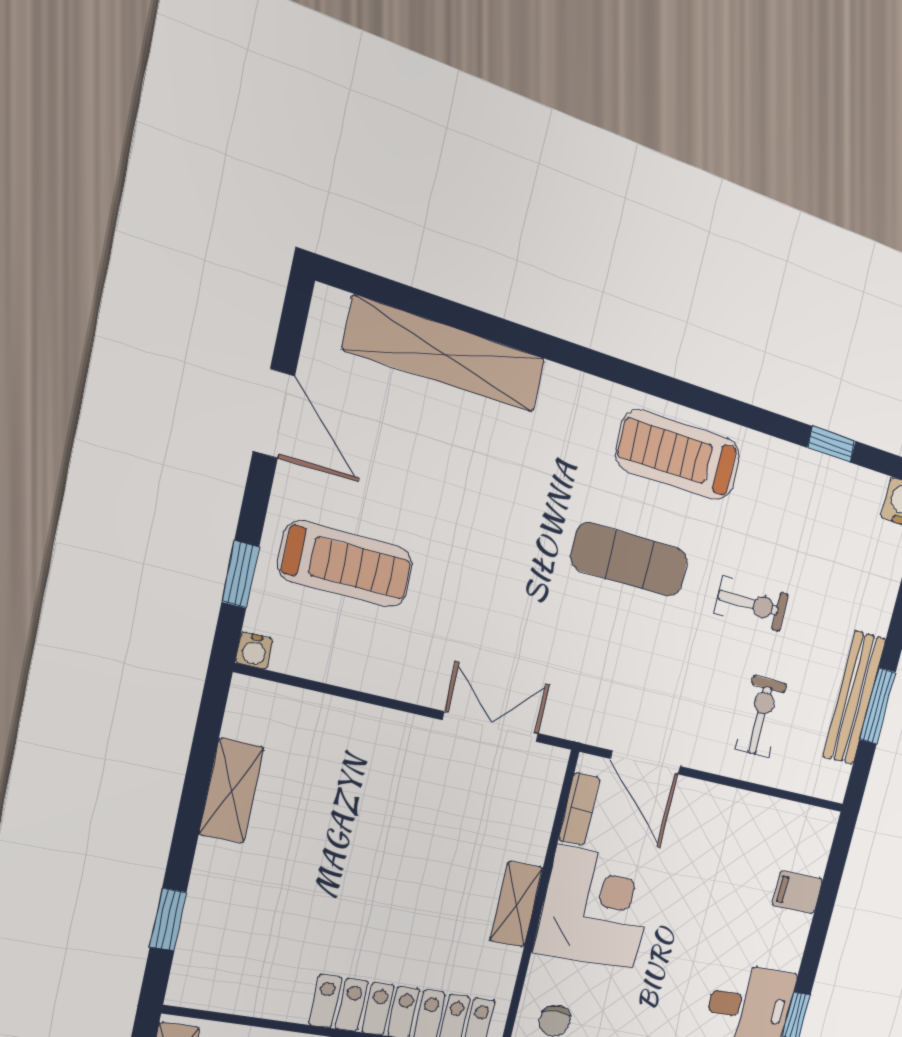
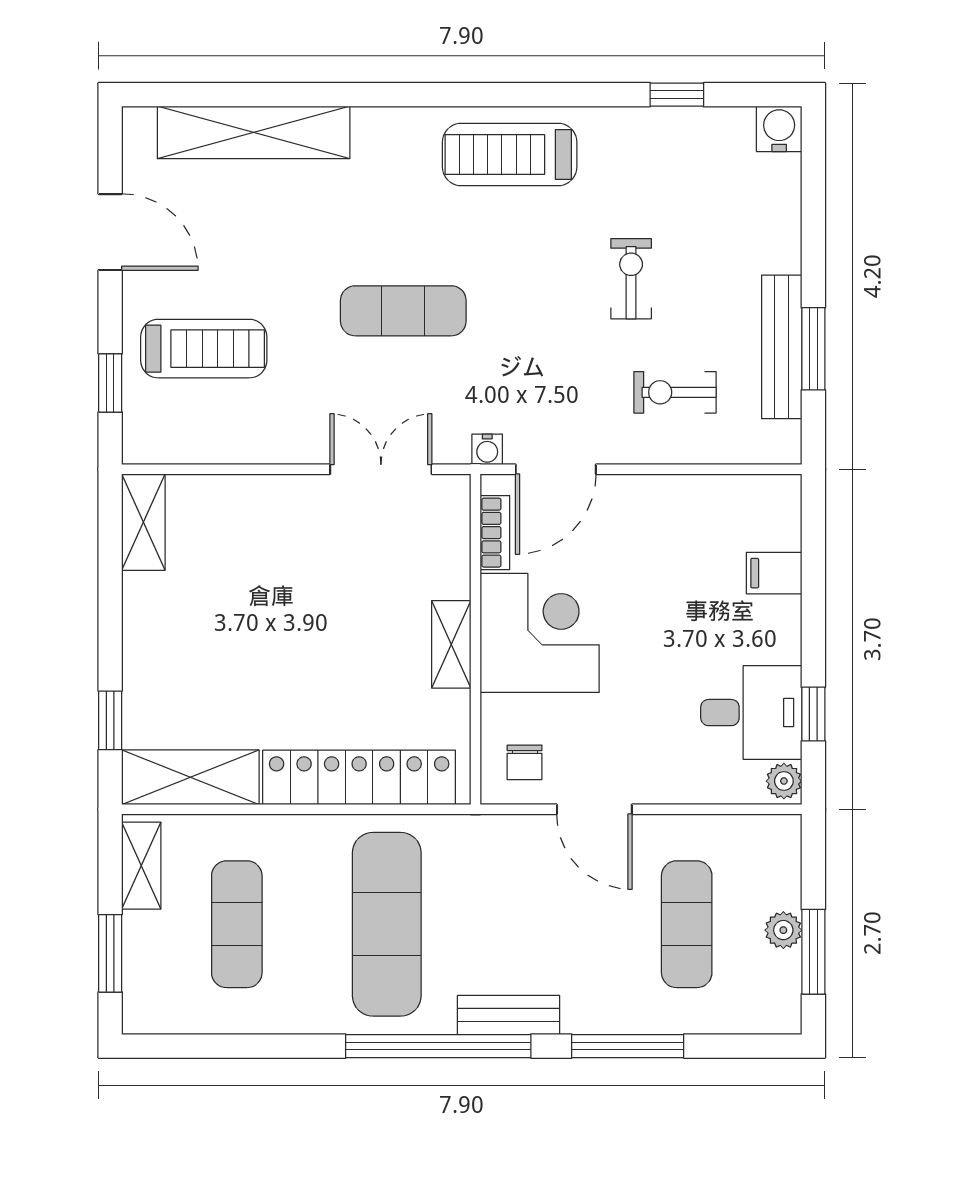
exercise mat: (630, 560) -> (403, 311), moved
exercise bike: (751, 604) -> (631, 279), turned -90
water cooler: (254, 651) -> (487, 449), moved
exercise bike: (761, 717) -> (675, 392), turned -90
door: (645, 762) -> (556, 469), hinge flipped
shelving: (232, 791) -> (143, 522), moved
shelving: (240, 988) -> (190, 777), added

